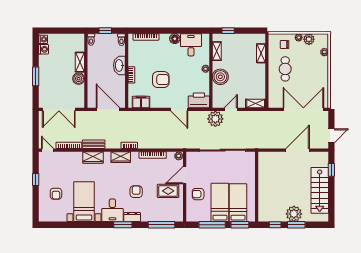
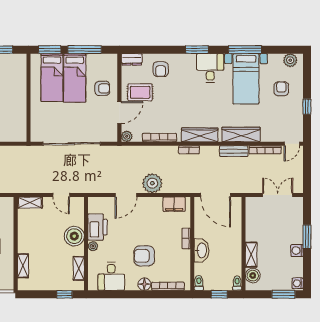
window: (54, 31) -> (283, 294), added
floor lamp: (175, 39) -> (144, 284), moved
washing machine: (44, 49) -> (297, 251), moved
boiler: (79, 79) -> (253, 276), moved
armchair: (161, 80) -> (144, 256), moved
printer: (199, 100) -> (98, 227), moved, turned -90
double door: (59, 109) -> (278, 195), width x0.73
door: (179, 109) -> (126, 195), swing flipped
door: (231, 109) -> (61, 195), hinge flipped
plant: (215, 119) -> (152, 183), moved
door: (48, 150) -> (292, 144), hinge flipped
wardrobe: (93, 157) -> (241, 135), width x1.50
wardrobe: (121, 157) -> (200, 135), width x1.50
armchair: (136, 192) -> (161, 69), moved
plant: (49, 216) -> (290, 60), added
dresser: (132, 217) -> (132, 59), moved
window: (161, 225) -> (245, 50), moved

